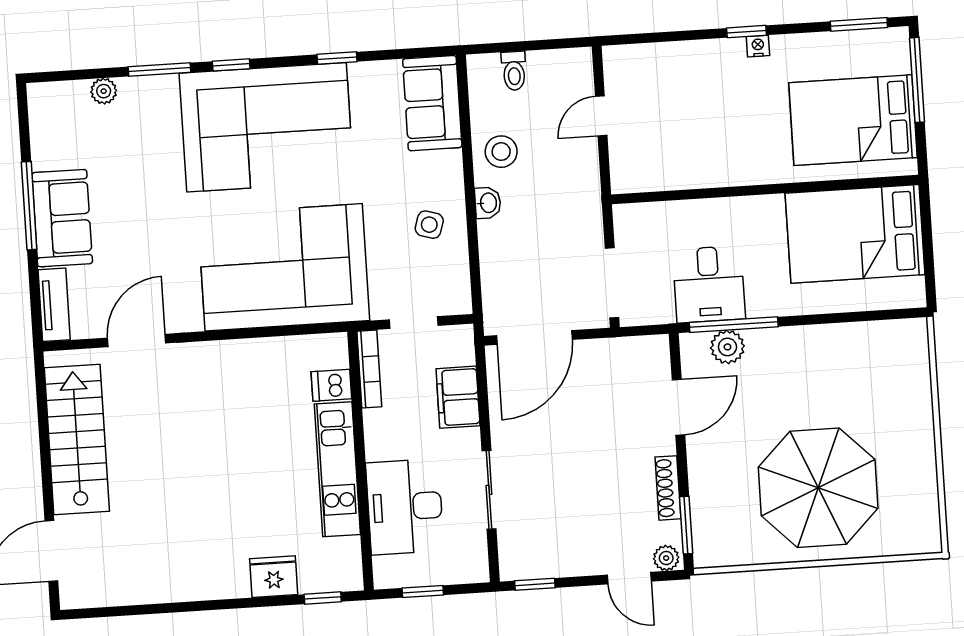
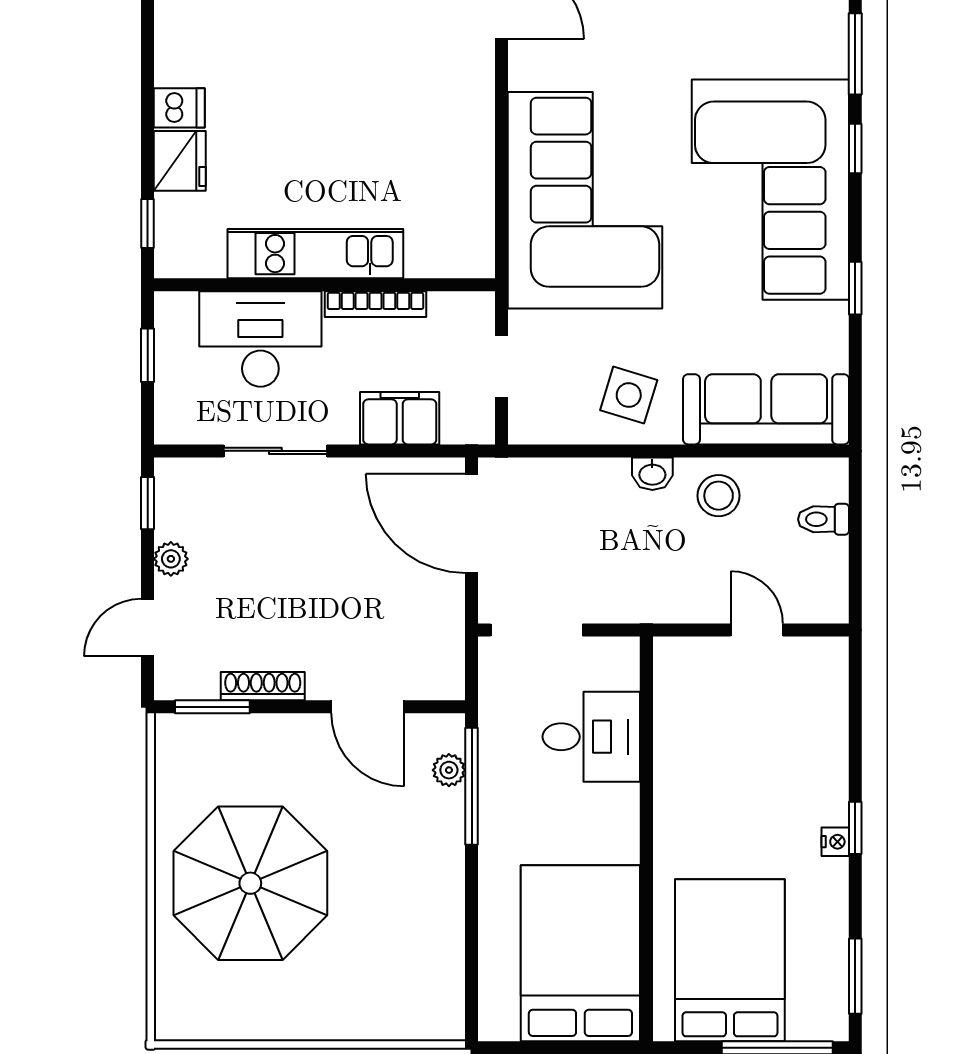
sofa: (432, 103) -> (766, 409), width x1.36
side table: (429, 225) -> (629, 395), width x1.37, depth x1.37
desk: (709, 284) -> (591, 737), moved, turned 180
plant: (727, 347) -> (449, 770), width x0.73, depth x0.73
bookcase: (369, 369) -> (375, 304), moved
dishwasher: (331, 385) -> (179, 108), moved, turned 90
plant: (666, 558) -> (171, 559), moved

